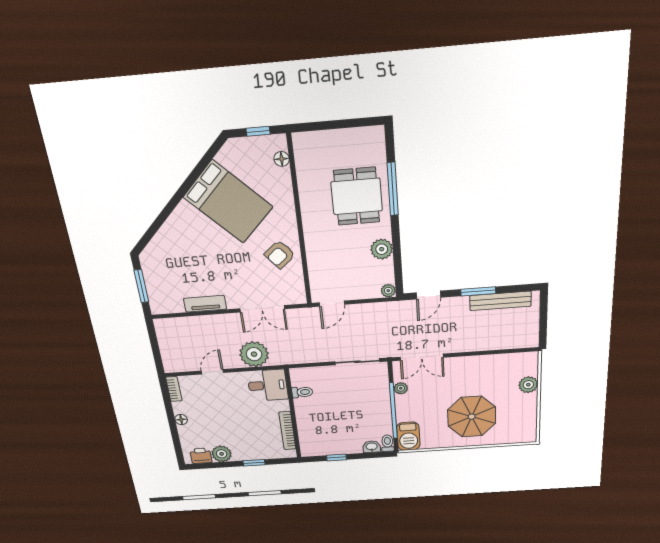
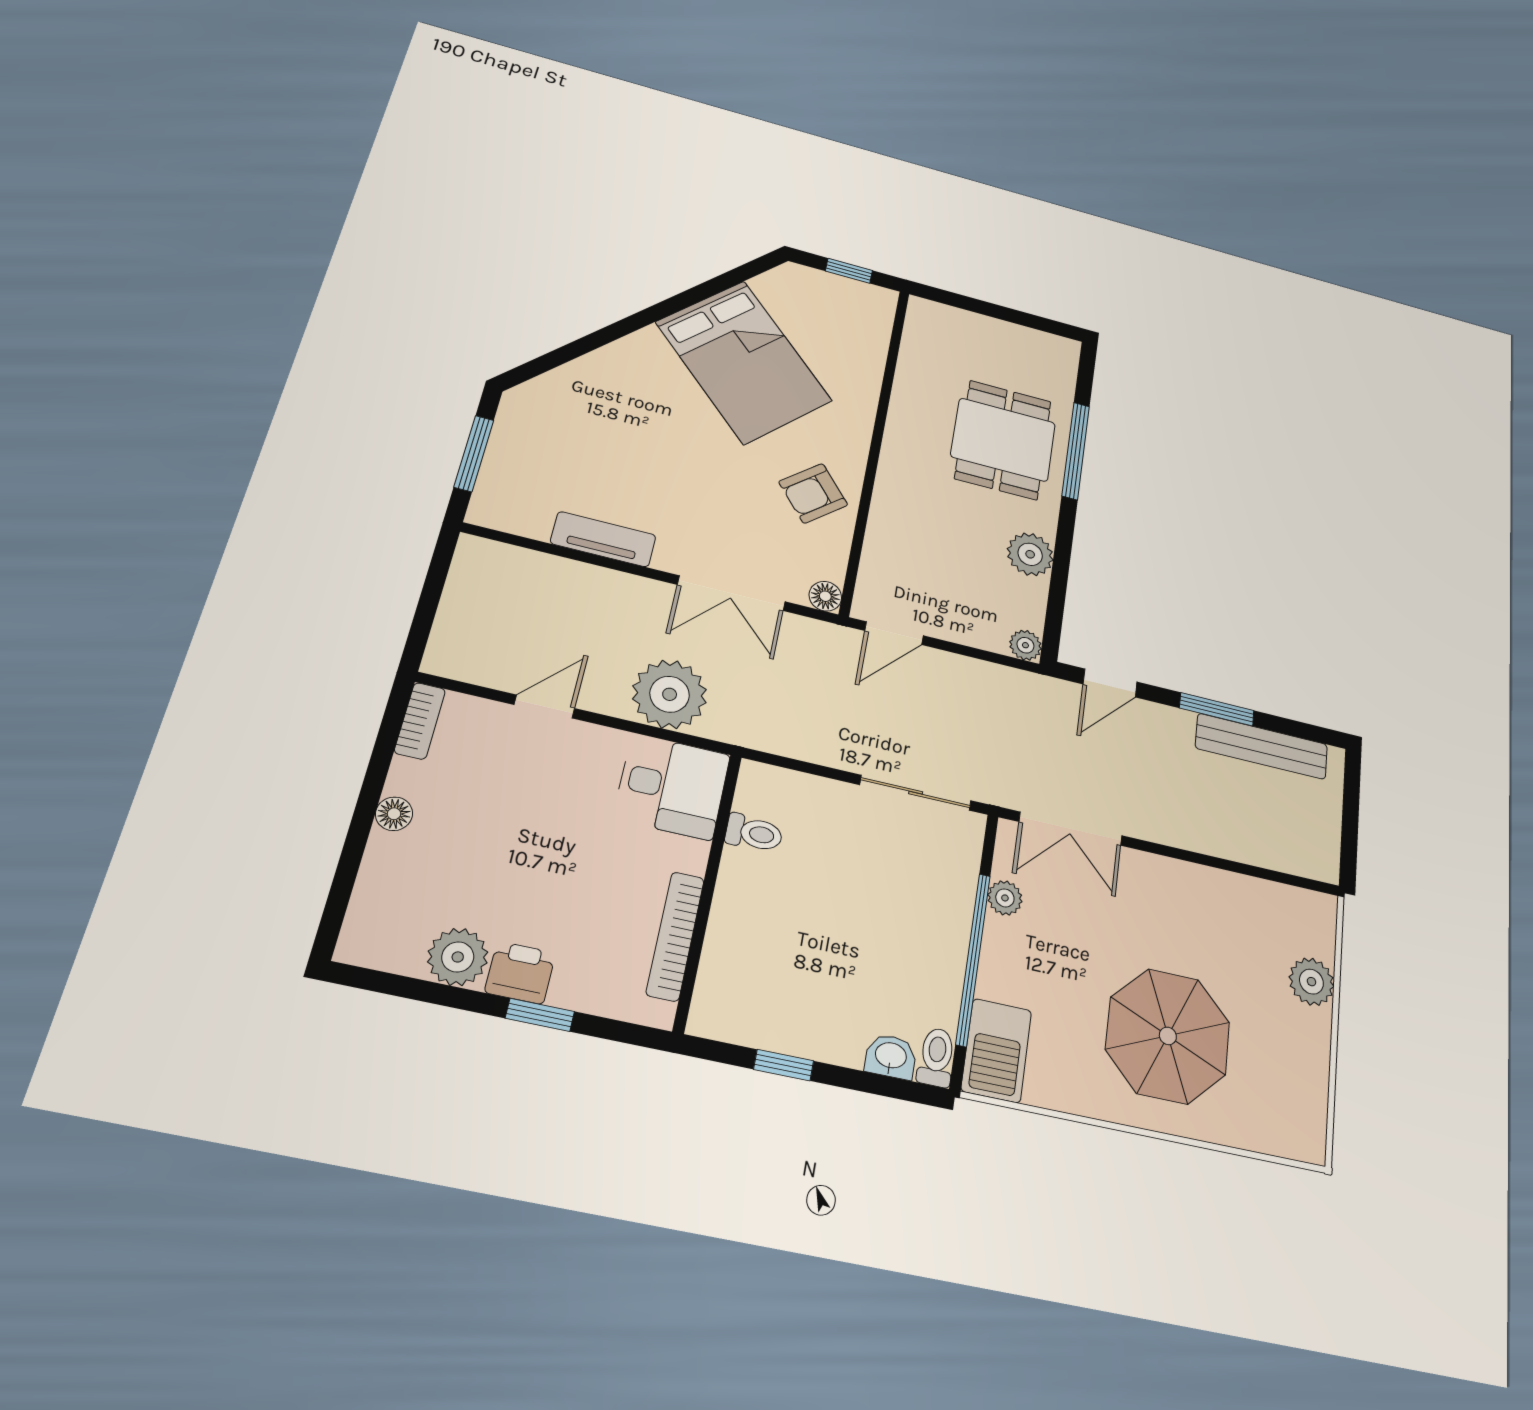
floor lamp: (282, 159) -> (825, 596), moved
printer: (201, 456) -> (520, 973), moved

